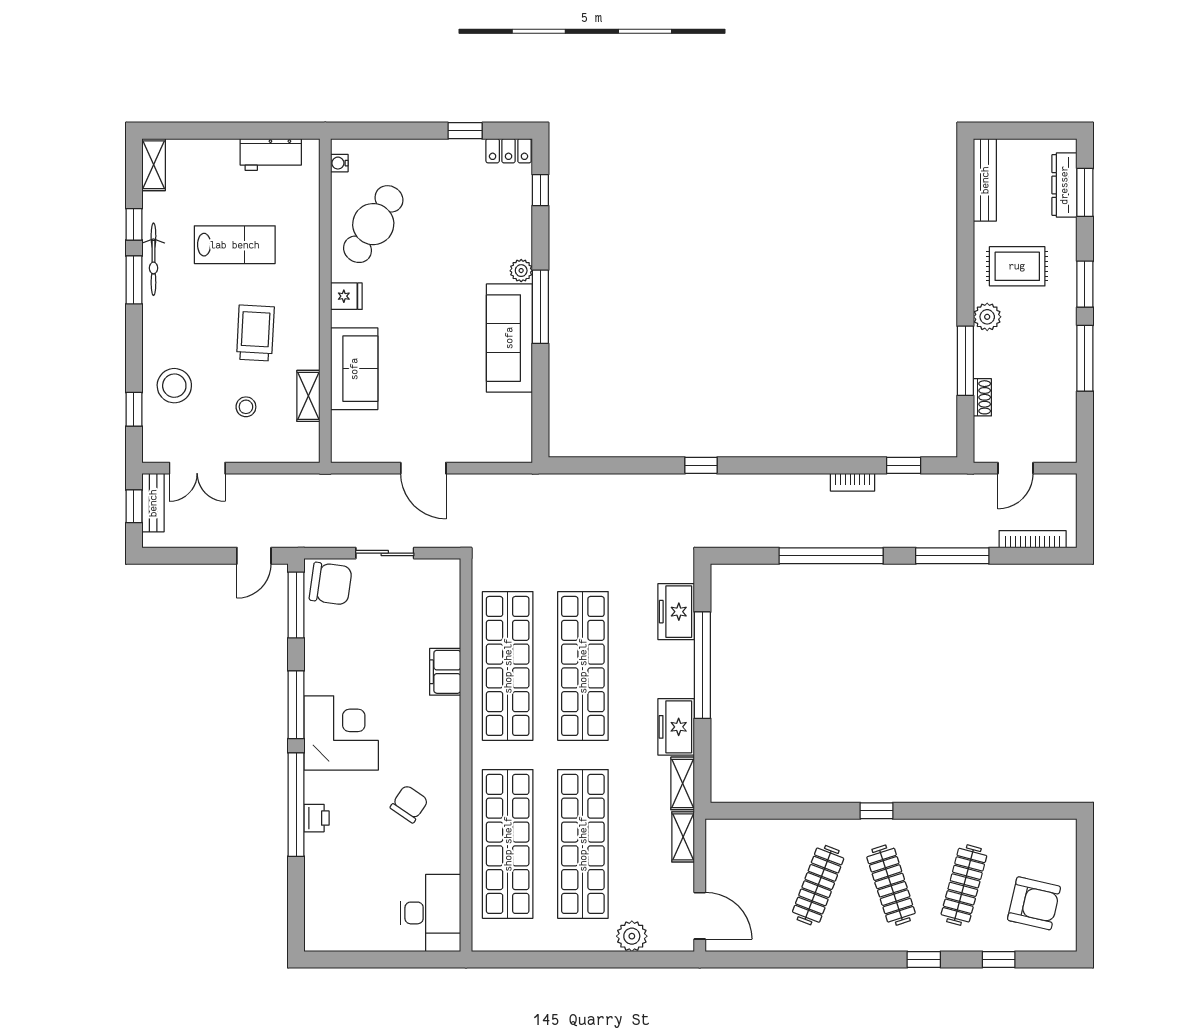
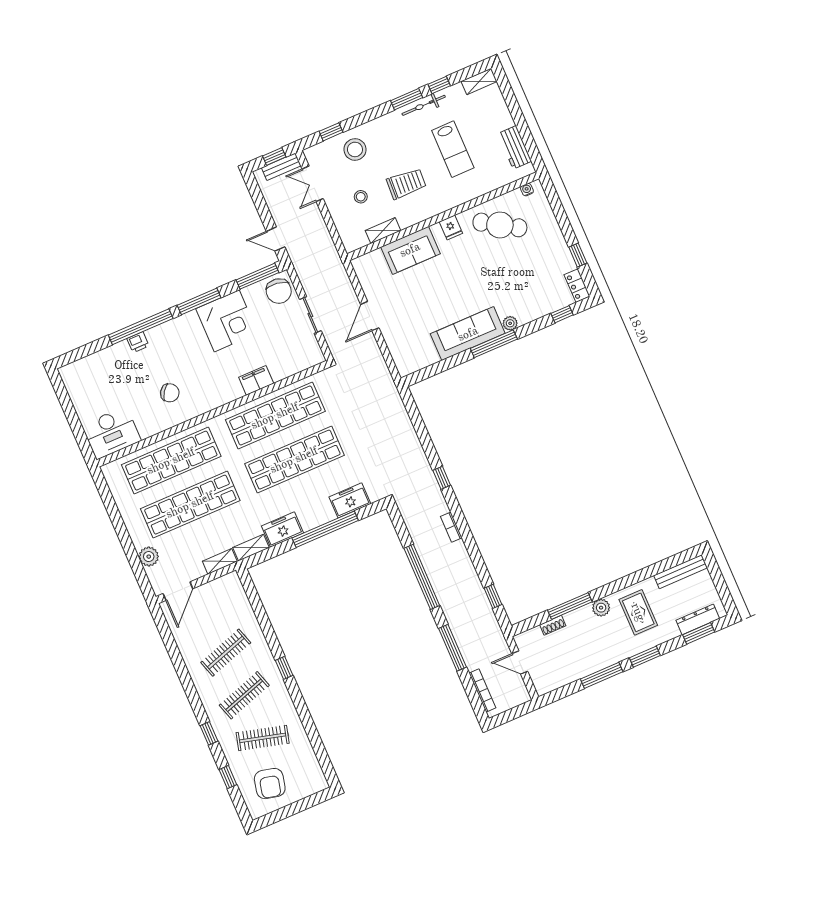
bookcase: (853, 482) -> (451, 527), moved
corner desk: (341, 733) -> (227, 321), moved
clothes rail: (818, 885) -> (226, 653), turned -39

